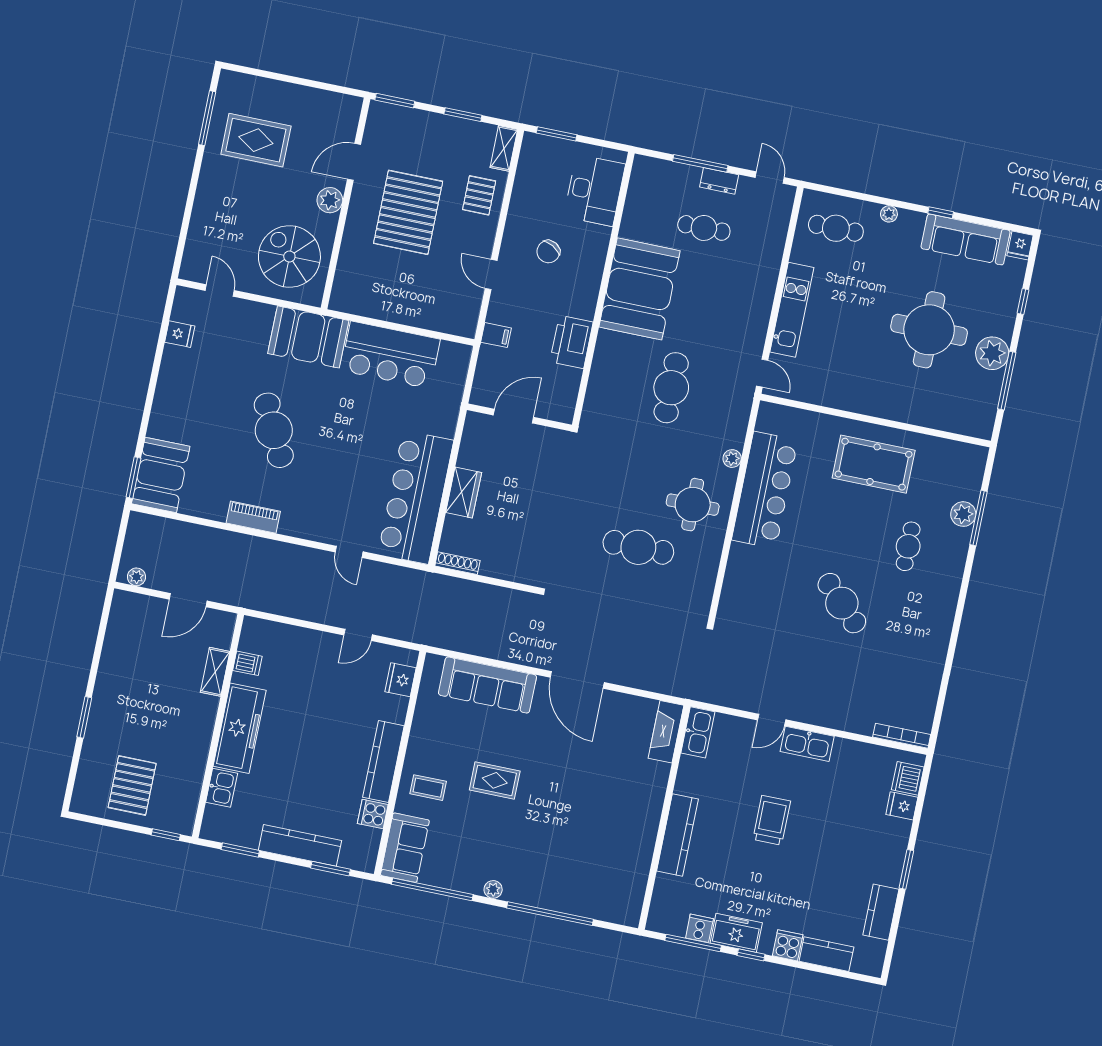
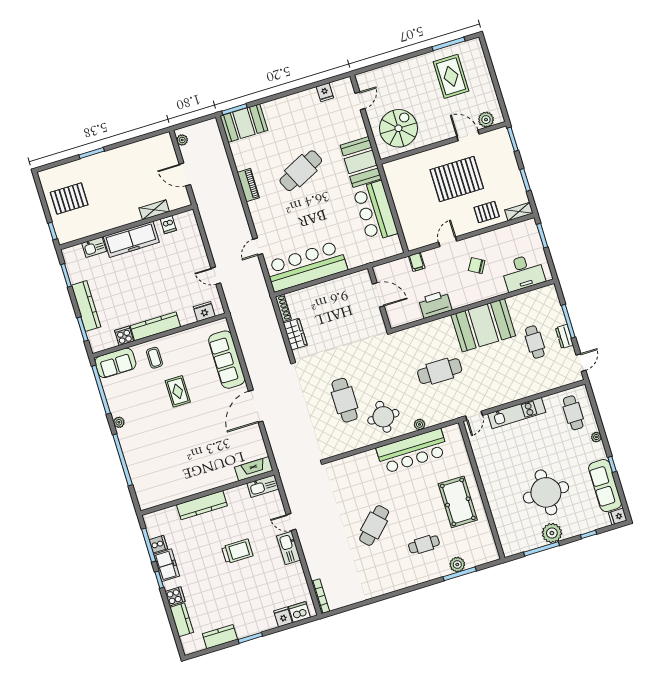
plant: (330, 200) -> (486, 120), moved
wardrobe: (464, 493) -> (295, 334), moved, turned -90

